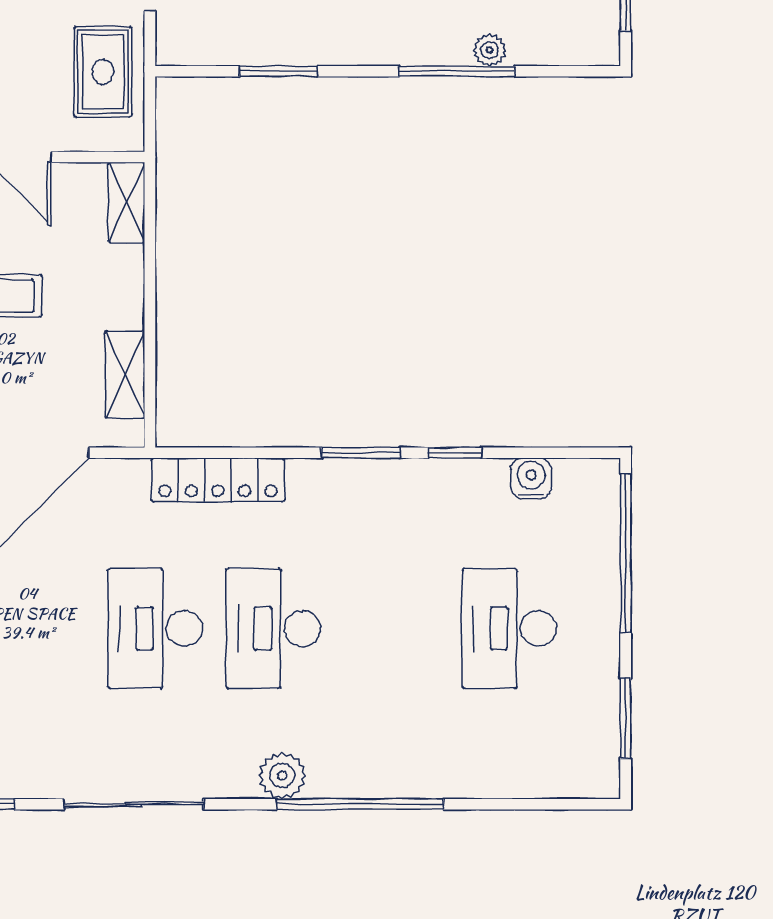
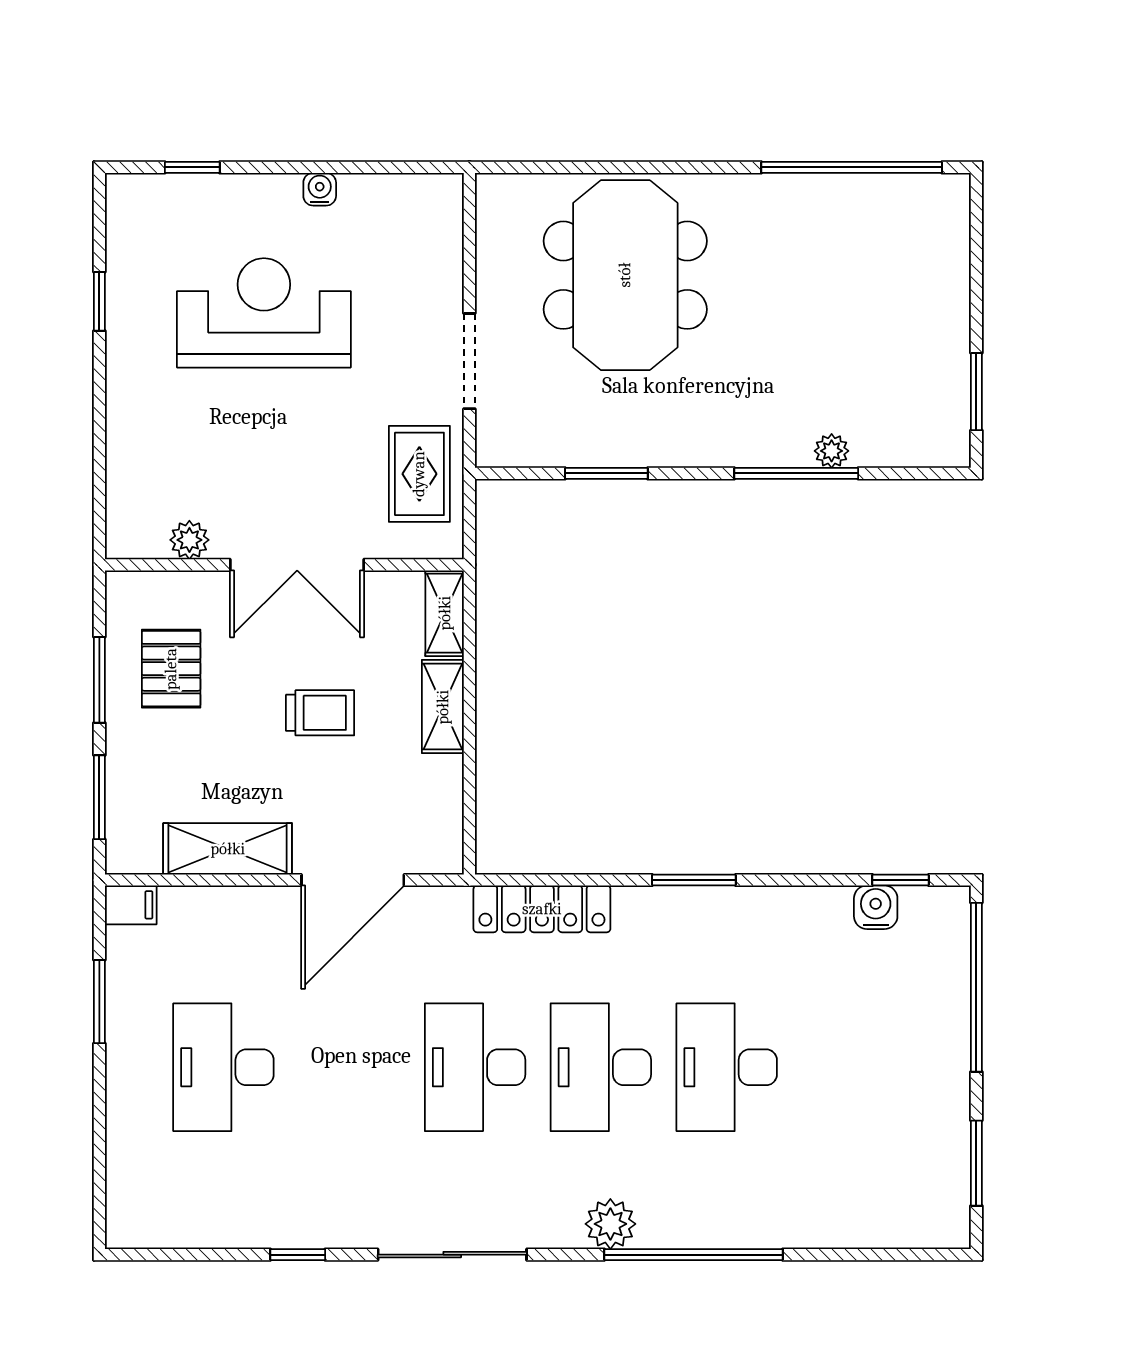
shelving: (125, 374) -> (443, 707), moved
window: (455, 453) -> (900, 880), moved
desk: (509, 628) -> (727, 1067), moved

